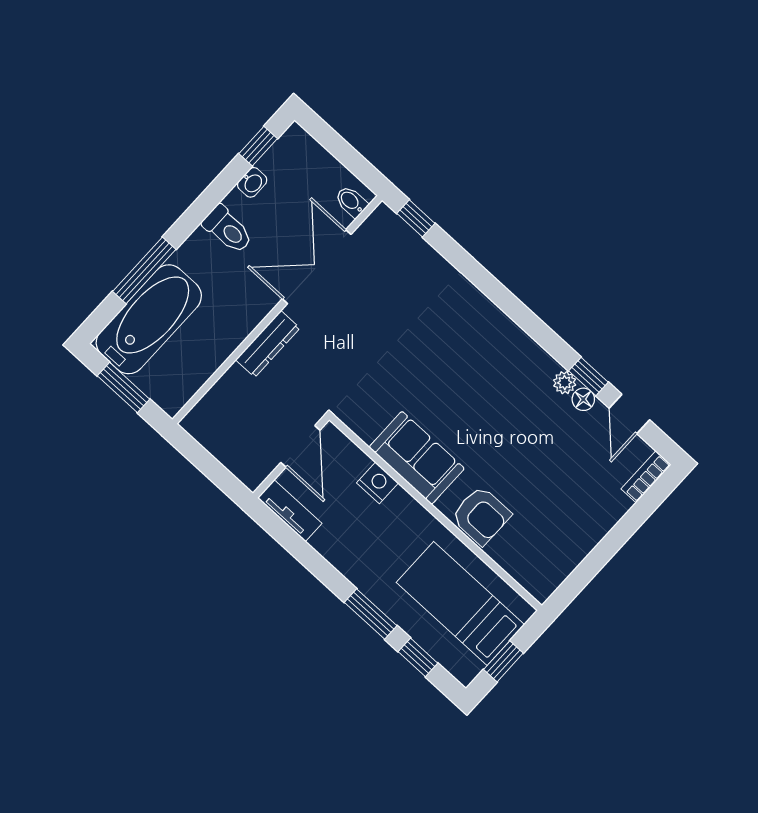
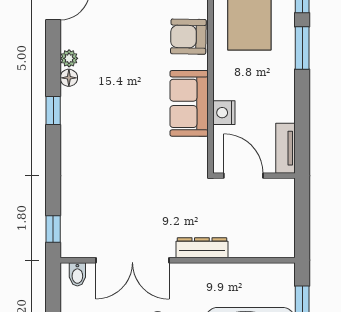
window: (588, 376) -> (53, 110), moved
floor lamp: (583, 399) -> (69, 78), moved
door: (300, 446) -> (243, 176), hinge flipped
armchair: (481, 515) -> (188, 37), turned -89

